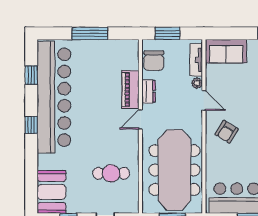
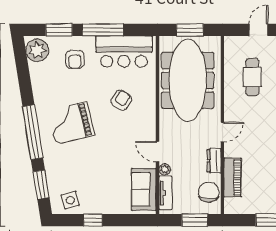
sofa: (226, 51) -> (144, 189), moved, turned -90
piano: (130, 90) -> (233, 177), moved
armchair: (227, 132) -> (121, 100), moved
cafe table: (111, 173) -> (252, 77), turned 90

